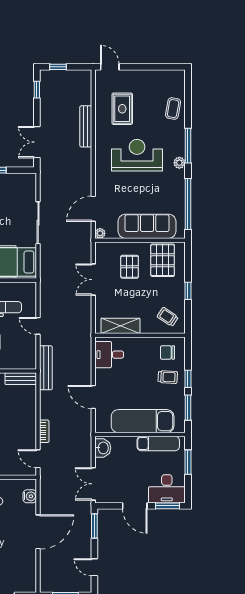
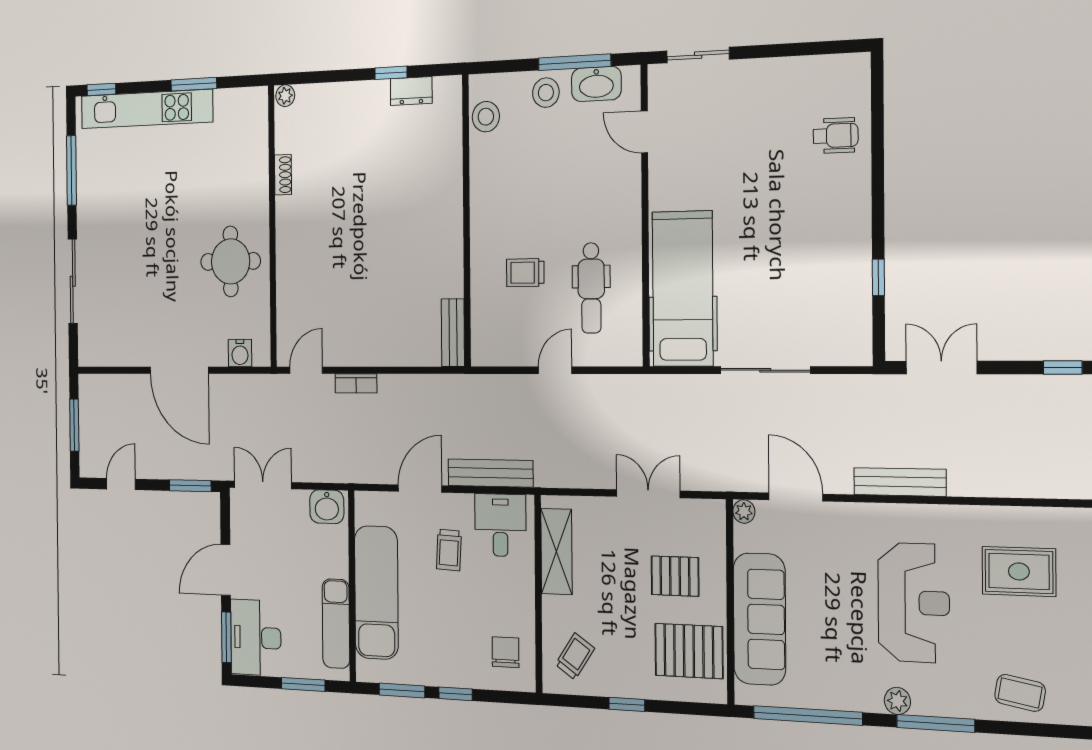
bench: (86, 126) -> (900, 482), moved
bench: (46, 368) -> (490, 473), moved
trolley: (168, 377) -> (449, 550), moved

